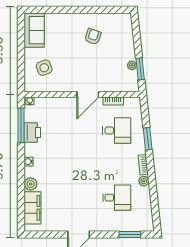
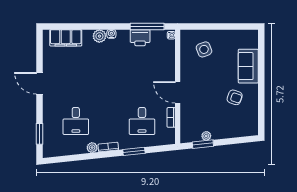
sofa: (34, 30) -> (248, 66), moved, turned 90
plant: (31, 184) -> (99, 36), moved

